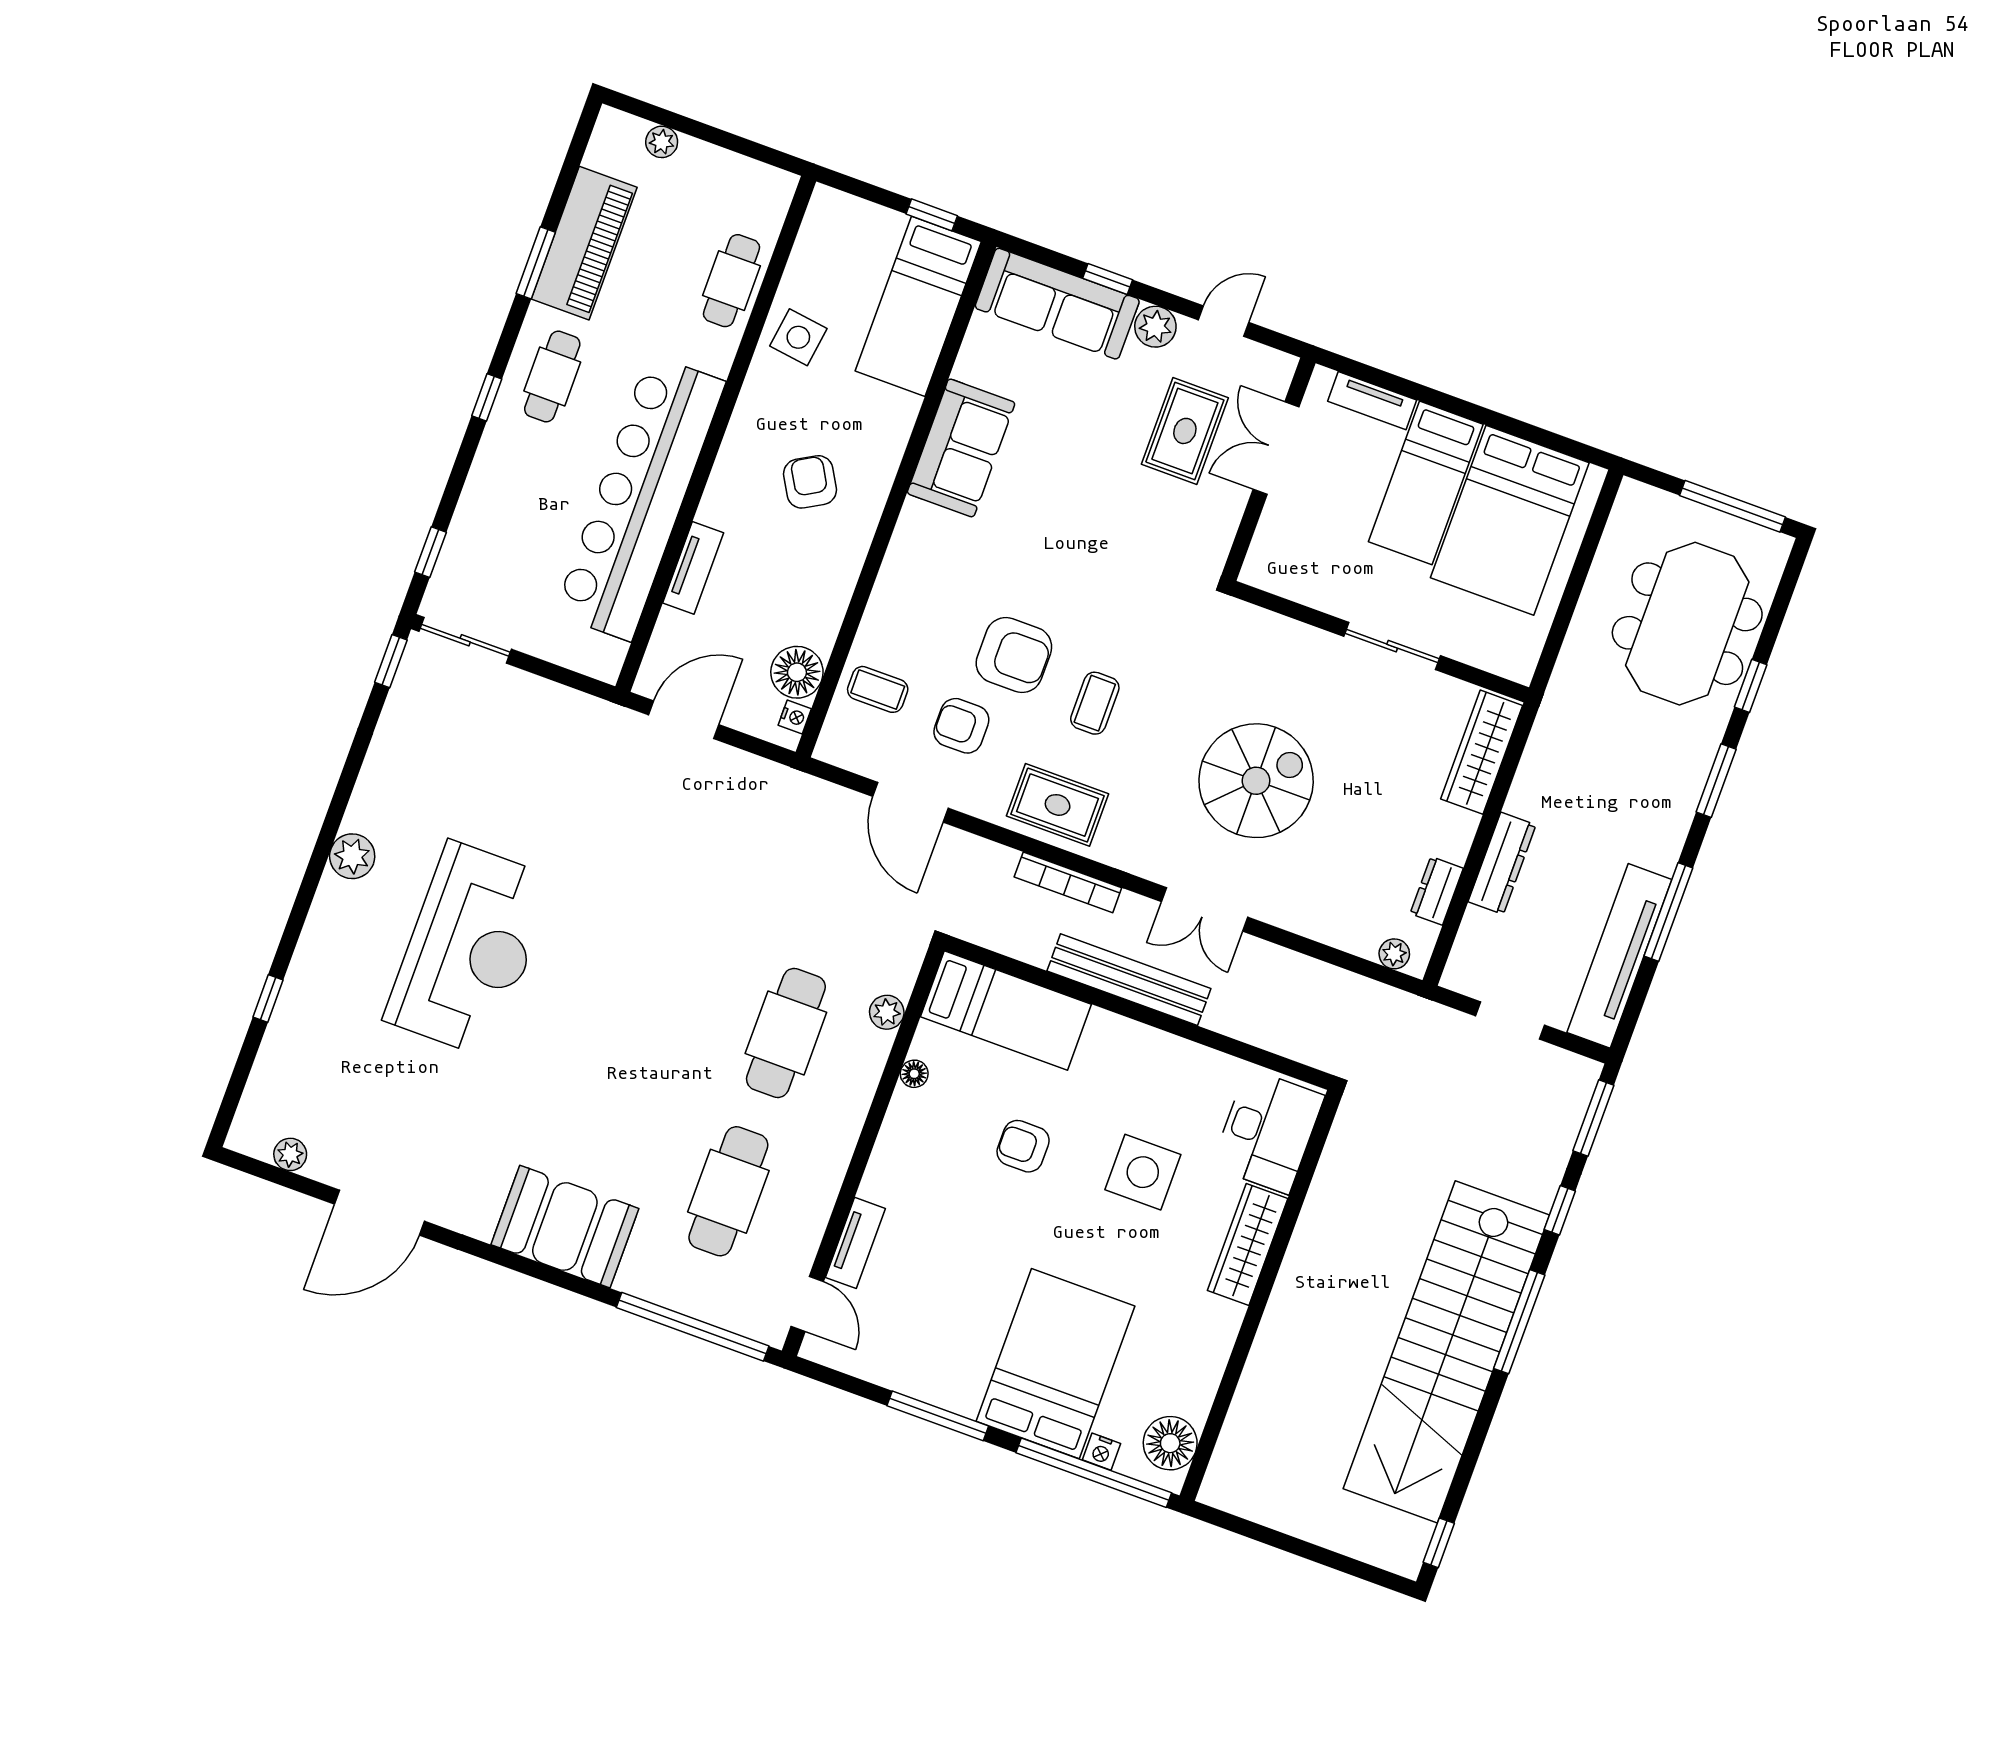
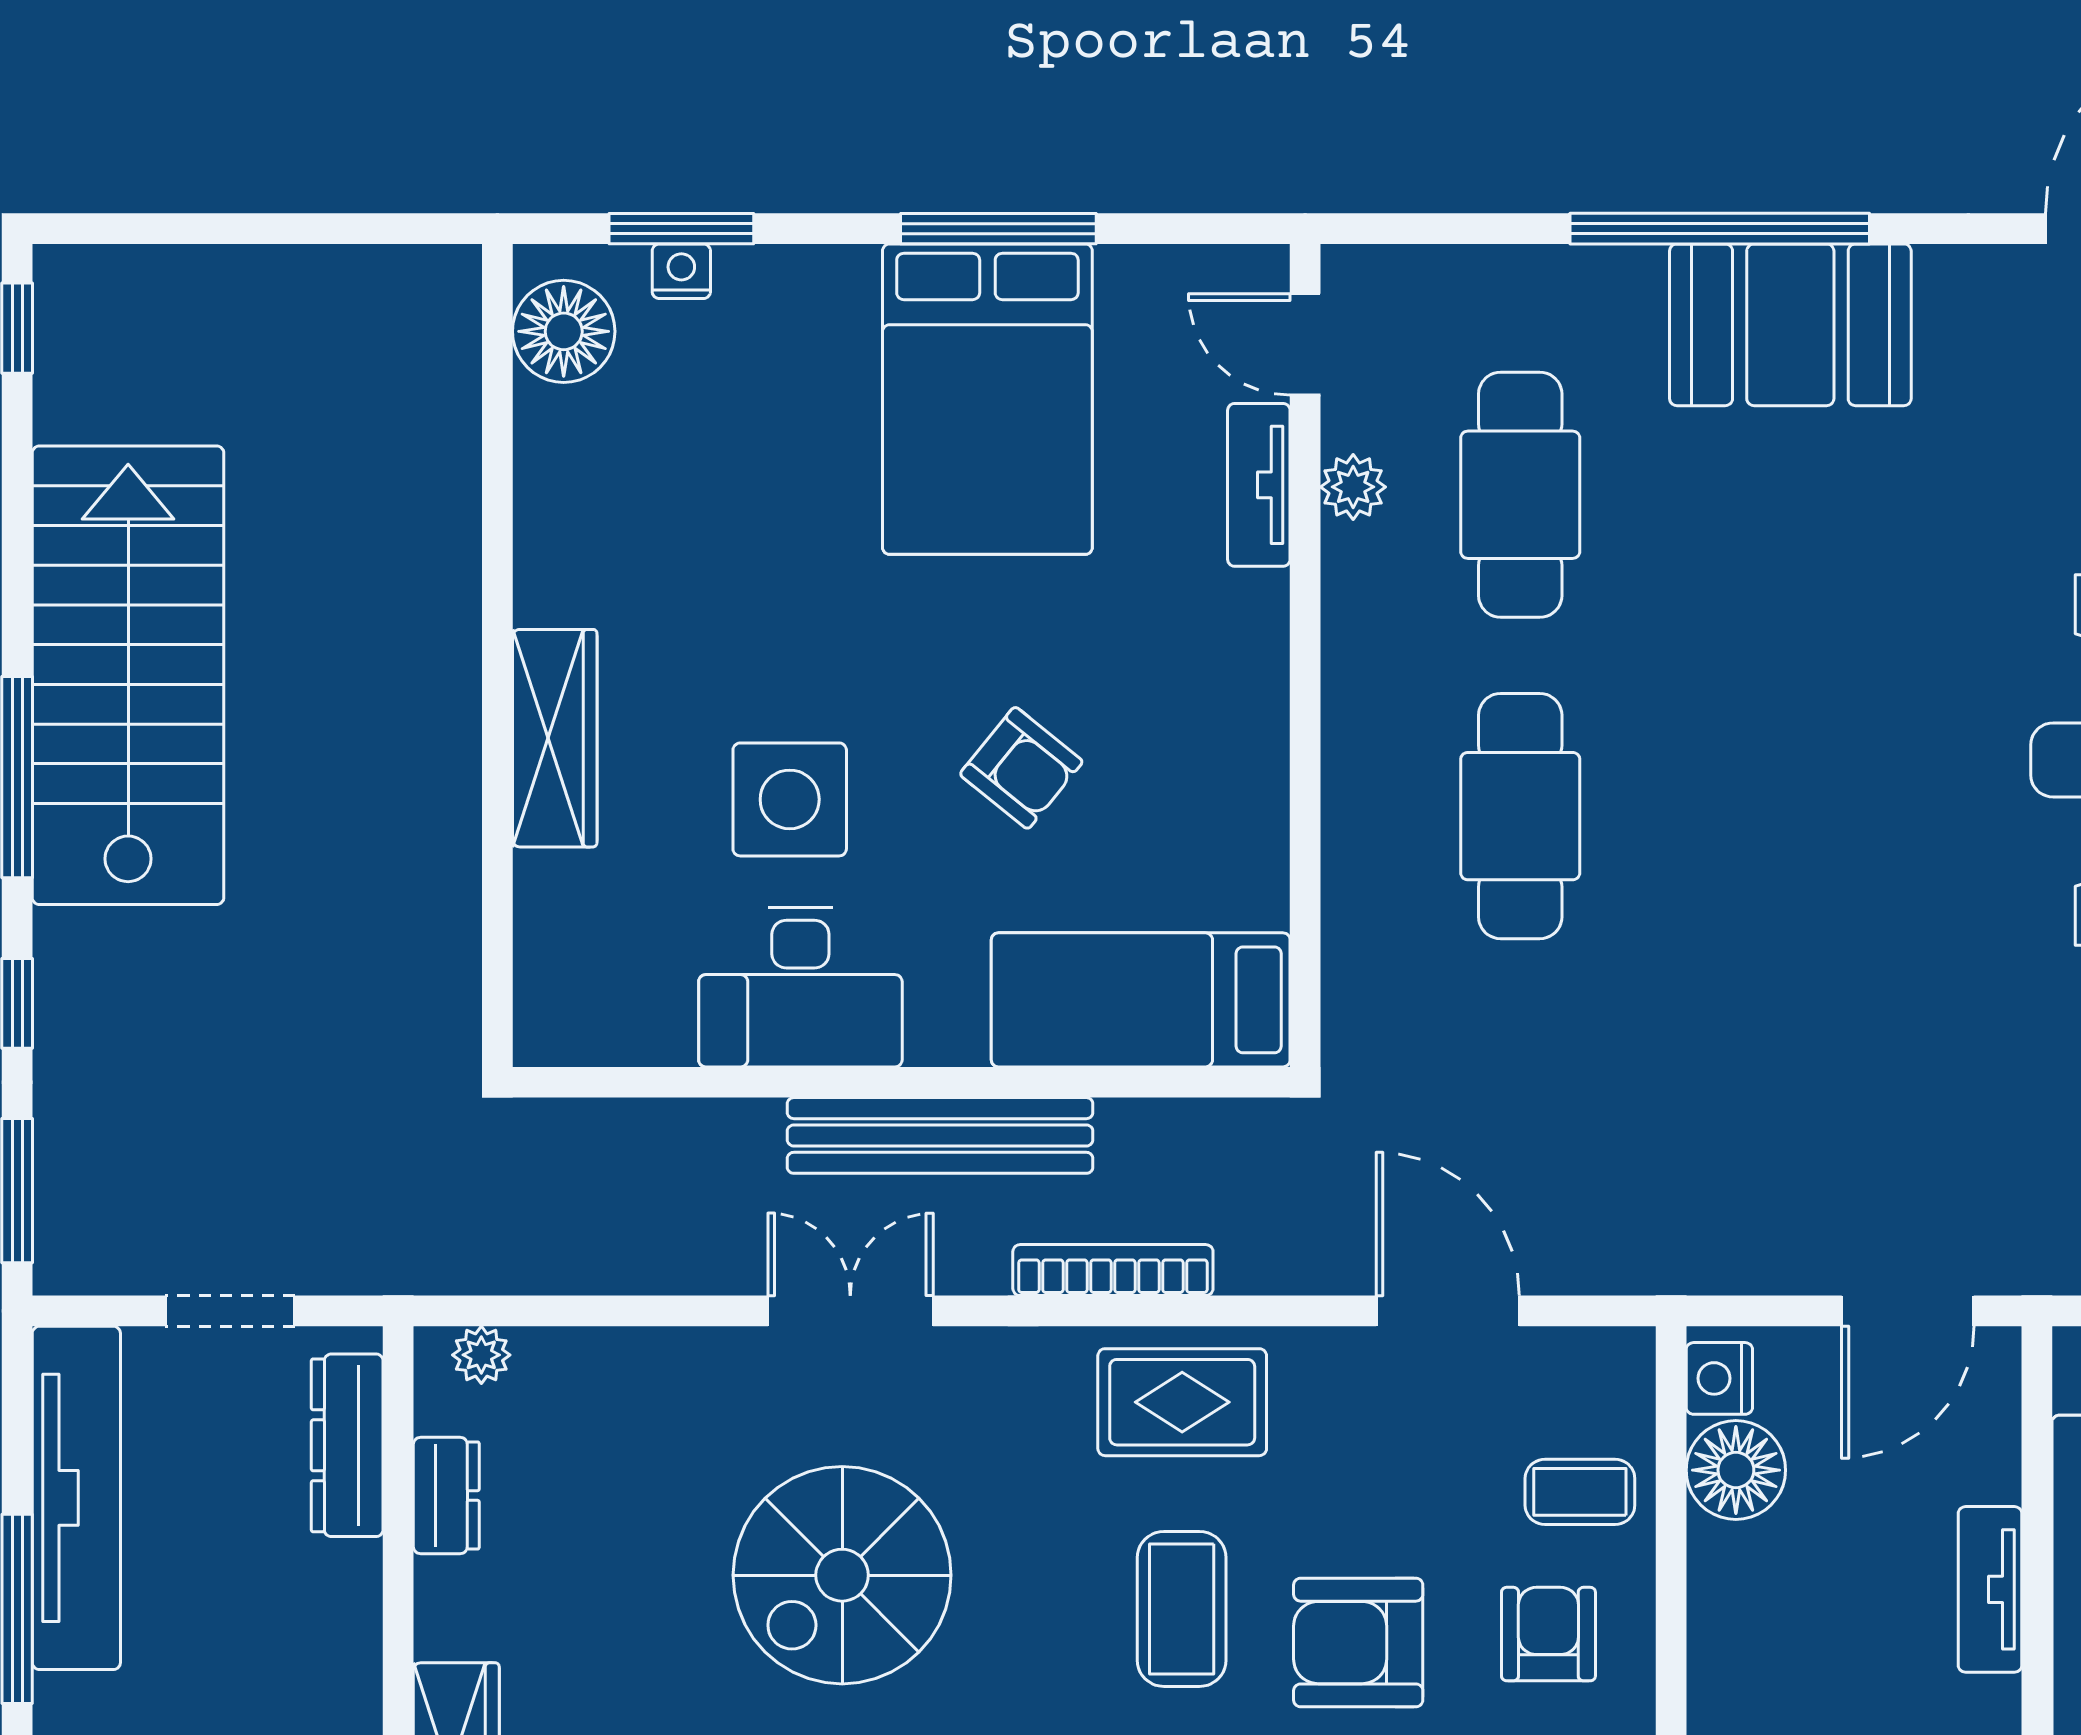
coffee table: (1095, 703) -> (1182, 1609), width x1.36, depth x1.30
nightstand: (795, 717) -> (1719, 1378), width x1.39, depth x1.35
armchair: (961, 726) -> (1548, 1634), moved, turned -90
dresser: (1502, 863) -> (347, 1445), moved
plant: (887, 1012) -> (1353, 487), moved
floor lamp: (914, 1074) -> (1264, 827), removed
desk: (1268, 1131) -> (800, 987), moved, turned -90
armchair: (1023, 1146) -> (1021, 768), turned 39
window: (693, 1327) -> (1720, 229), moved
stairs: (1446, 1352) -> (128, 675), width x0.73
bed: (1055, 1364) -> (987, 399), moved
window: (1094, 1473) -> (681, 229), width x0.47

